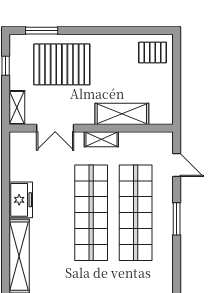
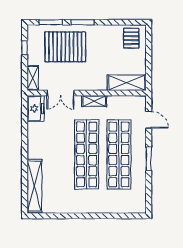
window: (85, 31) -> (83, 22), added
pallet: (153, 53) -> (131, 38), turned 90
shelving: (122, 114) -> (127, 83), moved
freezer: (21, 200) -> (36, 109), moved

